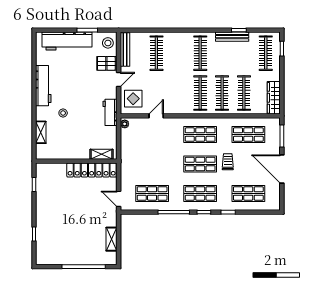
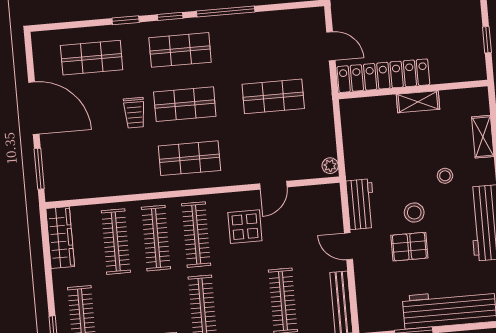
stool: (108, 43) -> (414, 212), moved
pallet: (106, 63) -> (409, 247), moved
door: (119, 80) -> (348, 246), hinge flipped
display table: (133, 99) -> (245, 227), moved
workbench: (110, 112) -> (361, 204), moved
shop shelf: (248, 135) -> (101, 166), removed
shelving: (102, 154) -> (418, 102), moved
shop shelf: (152, 193) -> (273, 96), moved
door: (119, 199) -> (331, 46), moved

